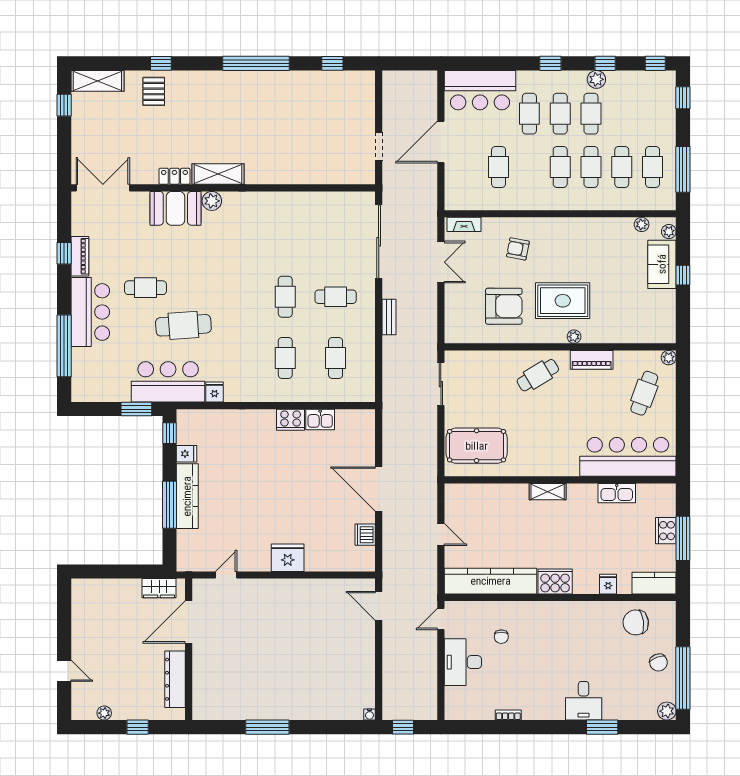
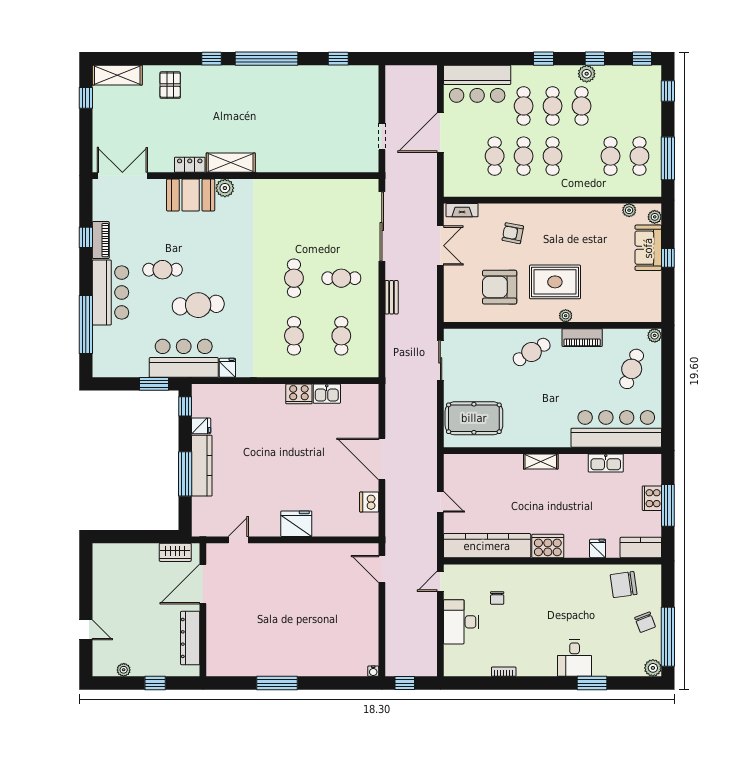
window: (161, 63) -> (212, 59), moved
cafe table: (591, 167) -> (524, 156), moved
armchair: (504, 306) -> (500, 287), turned 180

